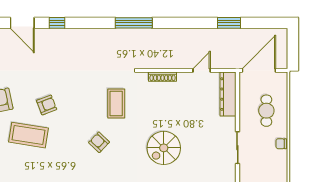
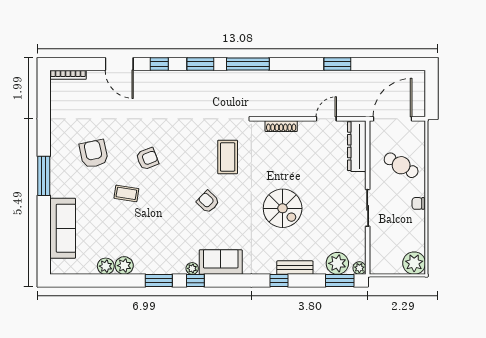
window: (93, 23) -> (200, 64), added
window: (229, 23) -> (337, 64), moved
cafe table: (266, 111) -> (401, 165), turned -60
coffee table: (28, 135) -> (126, 193), width x0.54, depth x0.58
spiral stairs: (164, 148) -> (283, 208), turned -90

